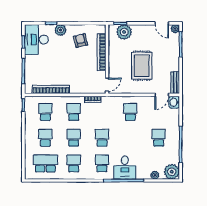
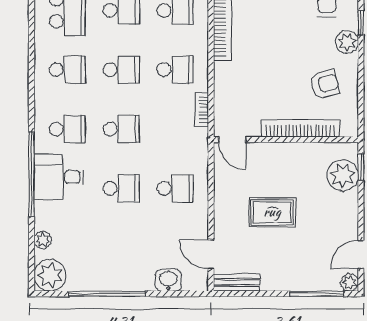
rug: (142, 66) -> (272, 212), width x0.73, depth x0.70
washbasin: (174, 102) -> (168, 280), moved
school desk: (159, 138) -> (121, 188), moved

